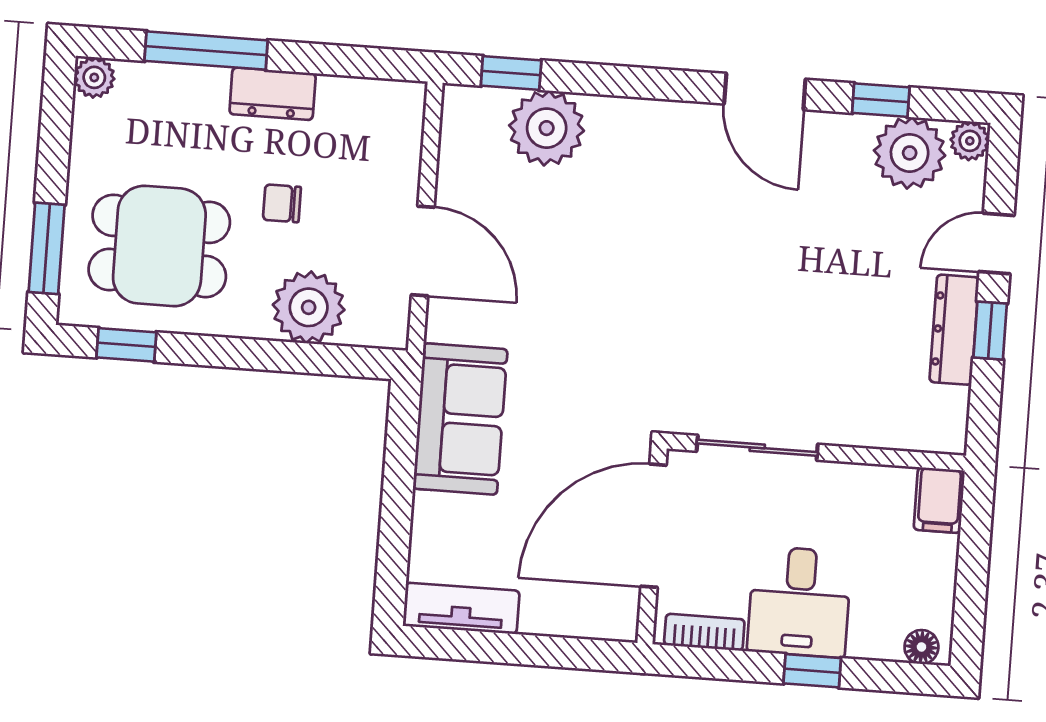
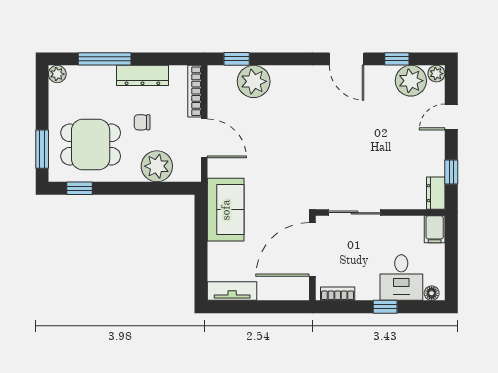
dresser: (273, 94) -> (142, 75), width x1.44
bookcase: (408, 140) -> (194, 91), added
dresser: (954, 330) -> (436, 193), moved, width x0.70
window: (990, 331) -> (451, 172), moved
desk: (799, 602) -> (401, 278), moved

